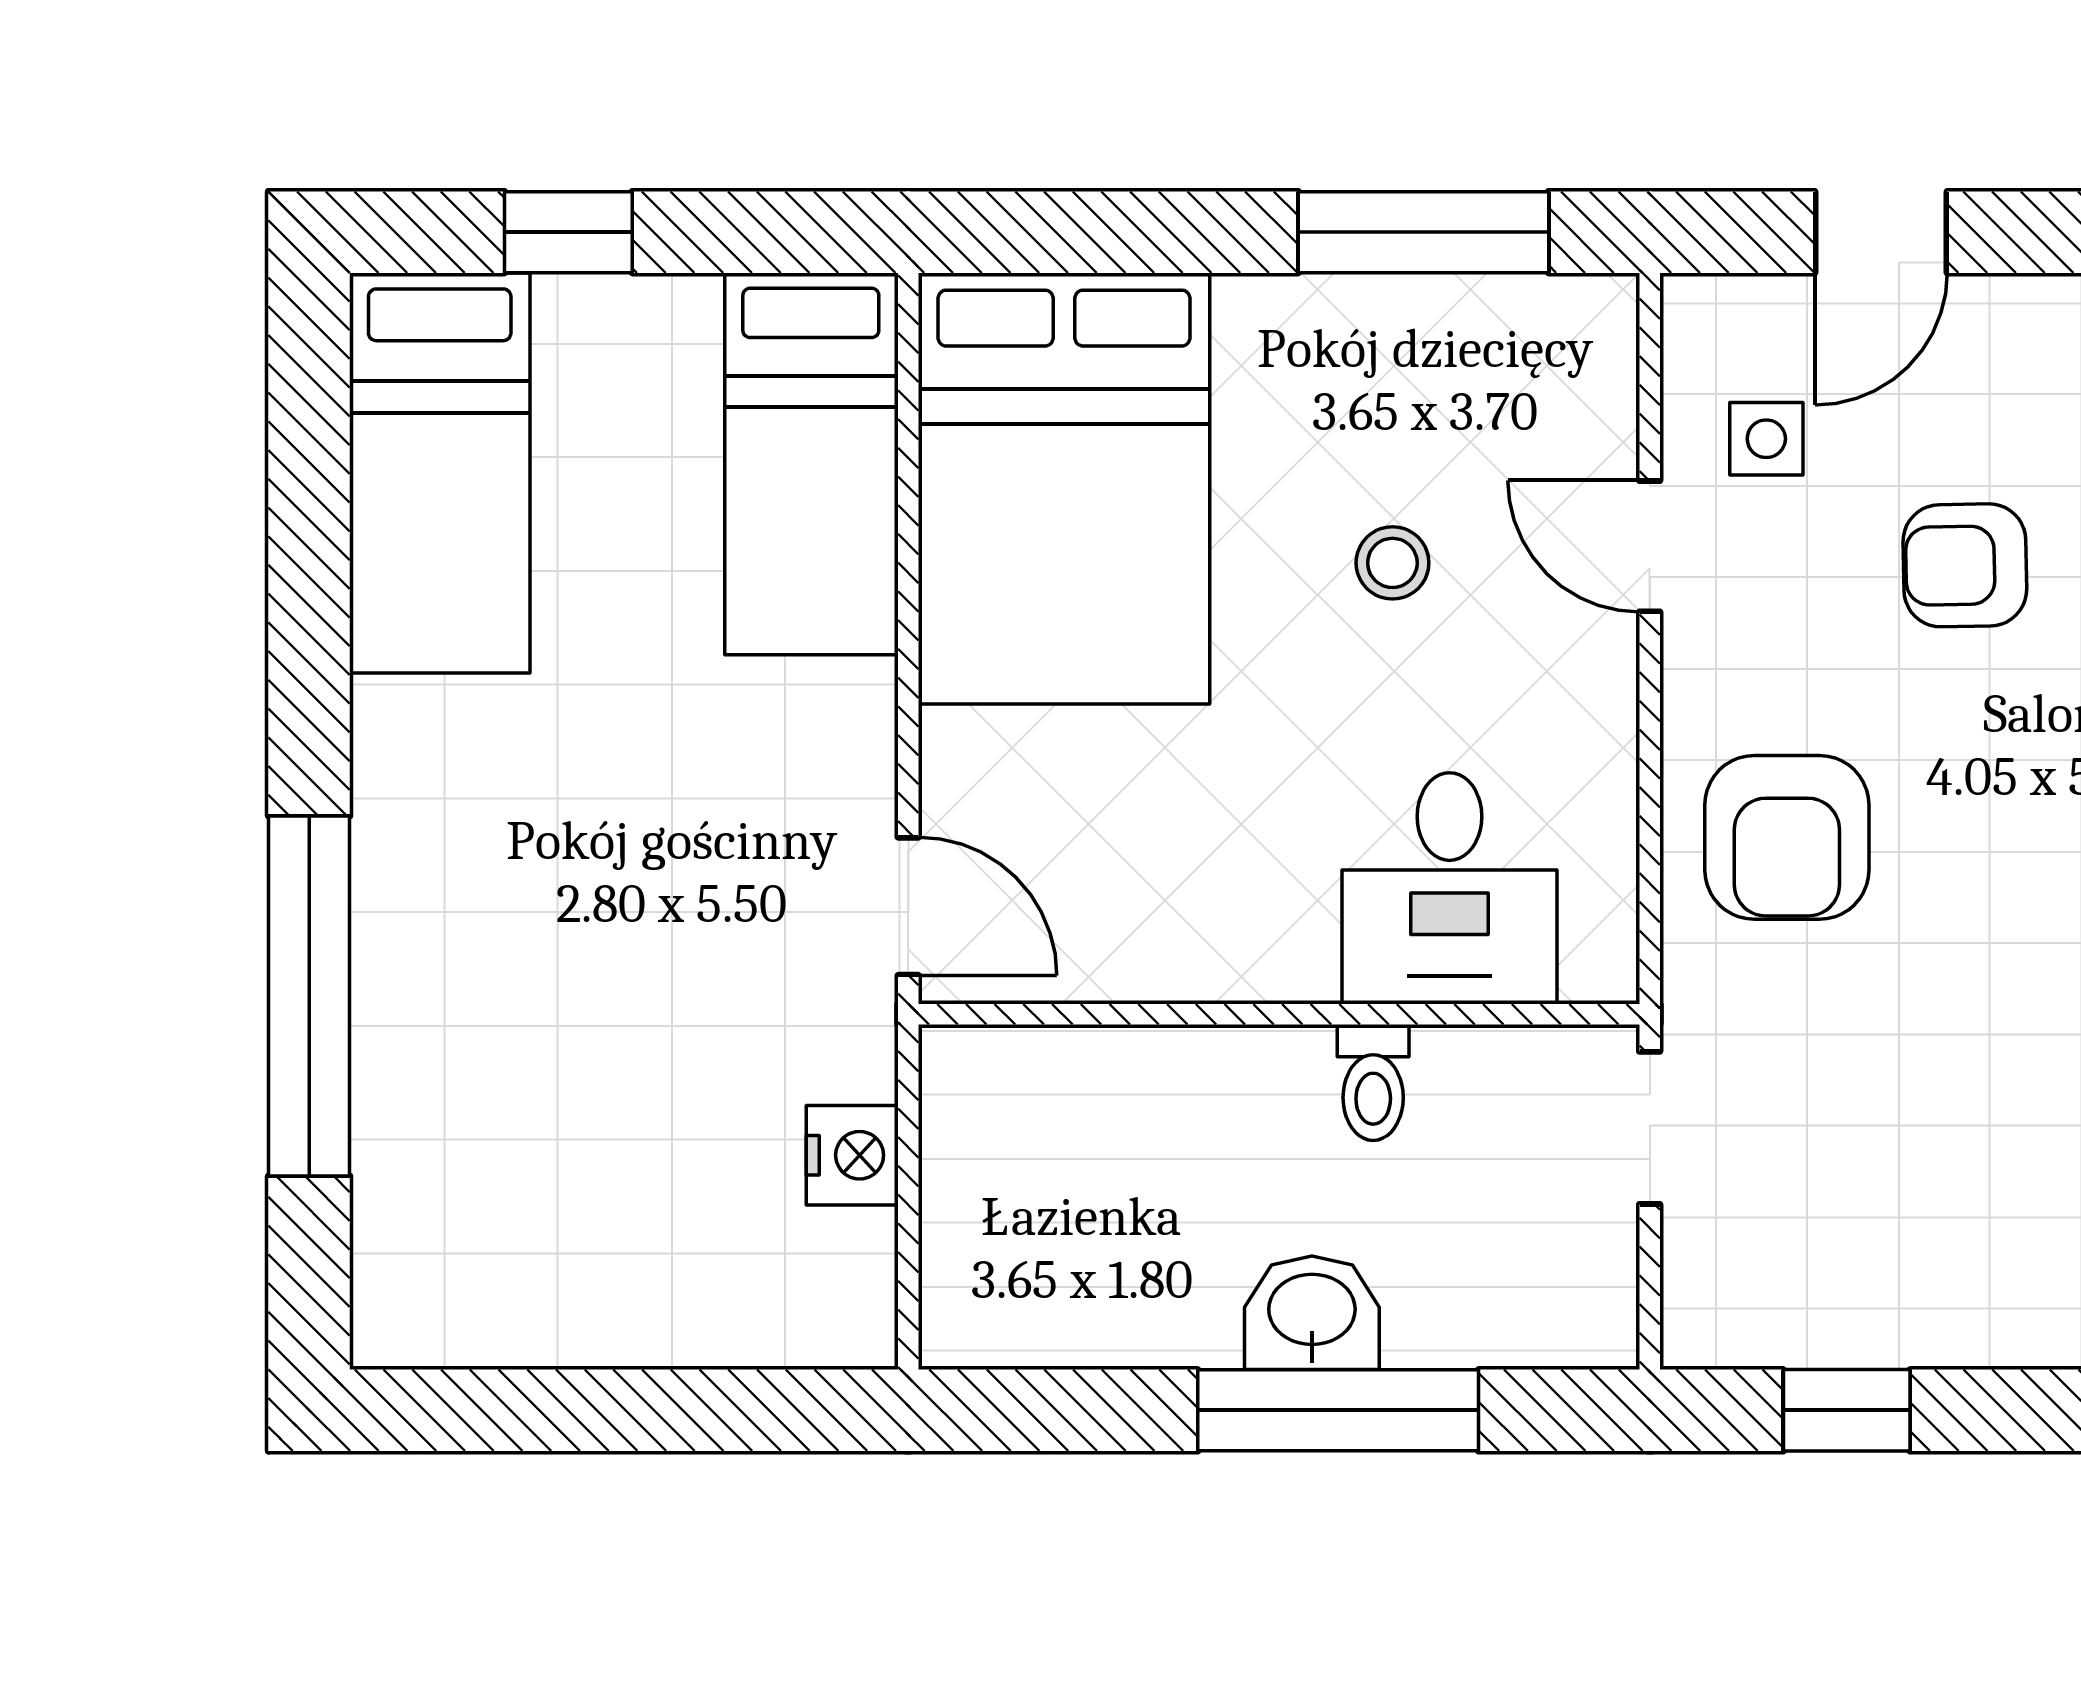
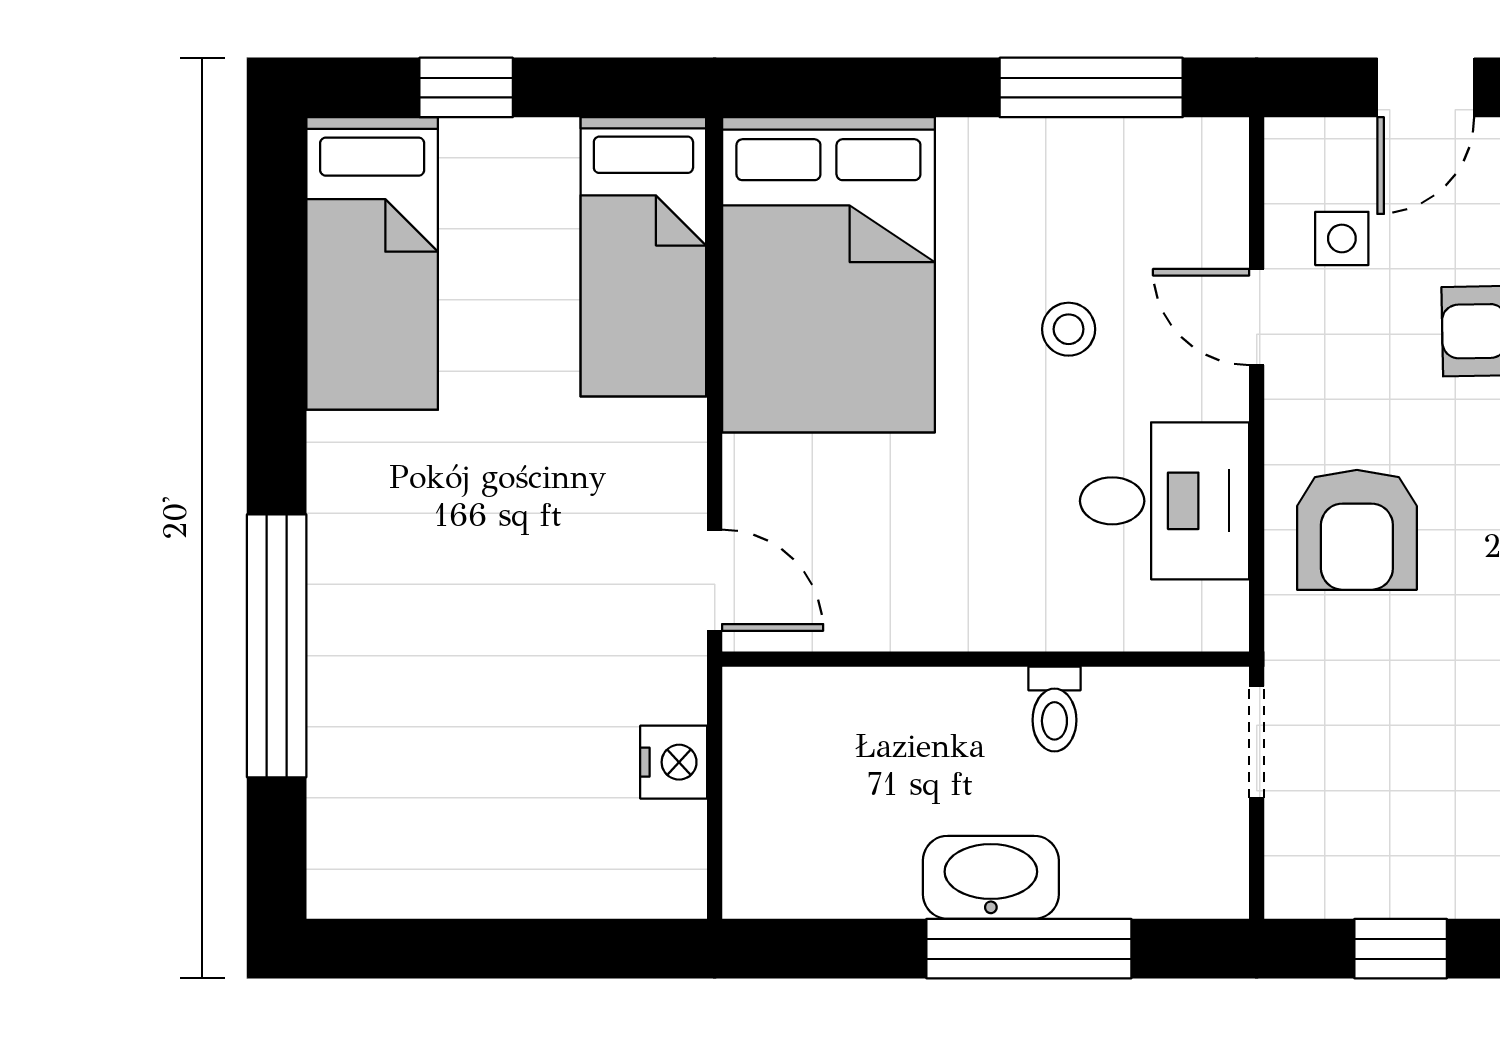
desk: (1449, 888) -> (1165, 501), moved, turned -90
washbasin: (1312, 1313) -> (991, 877), width x1.38

